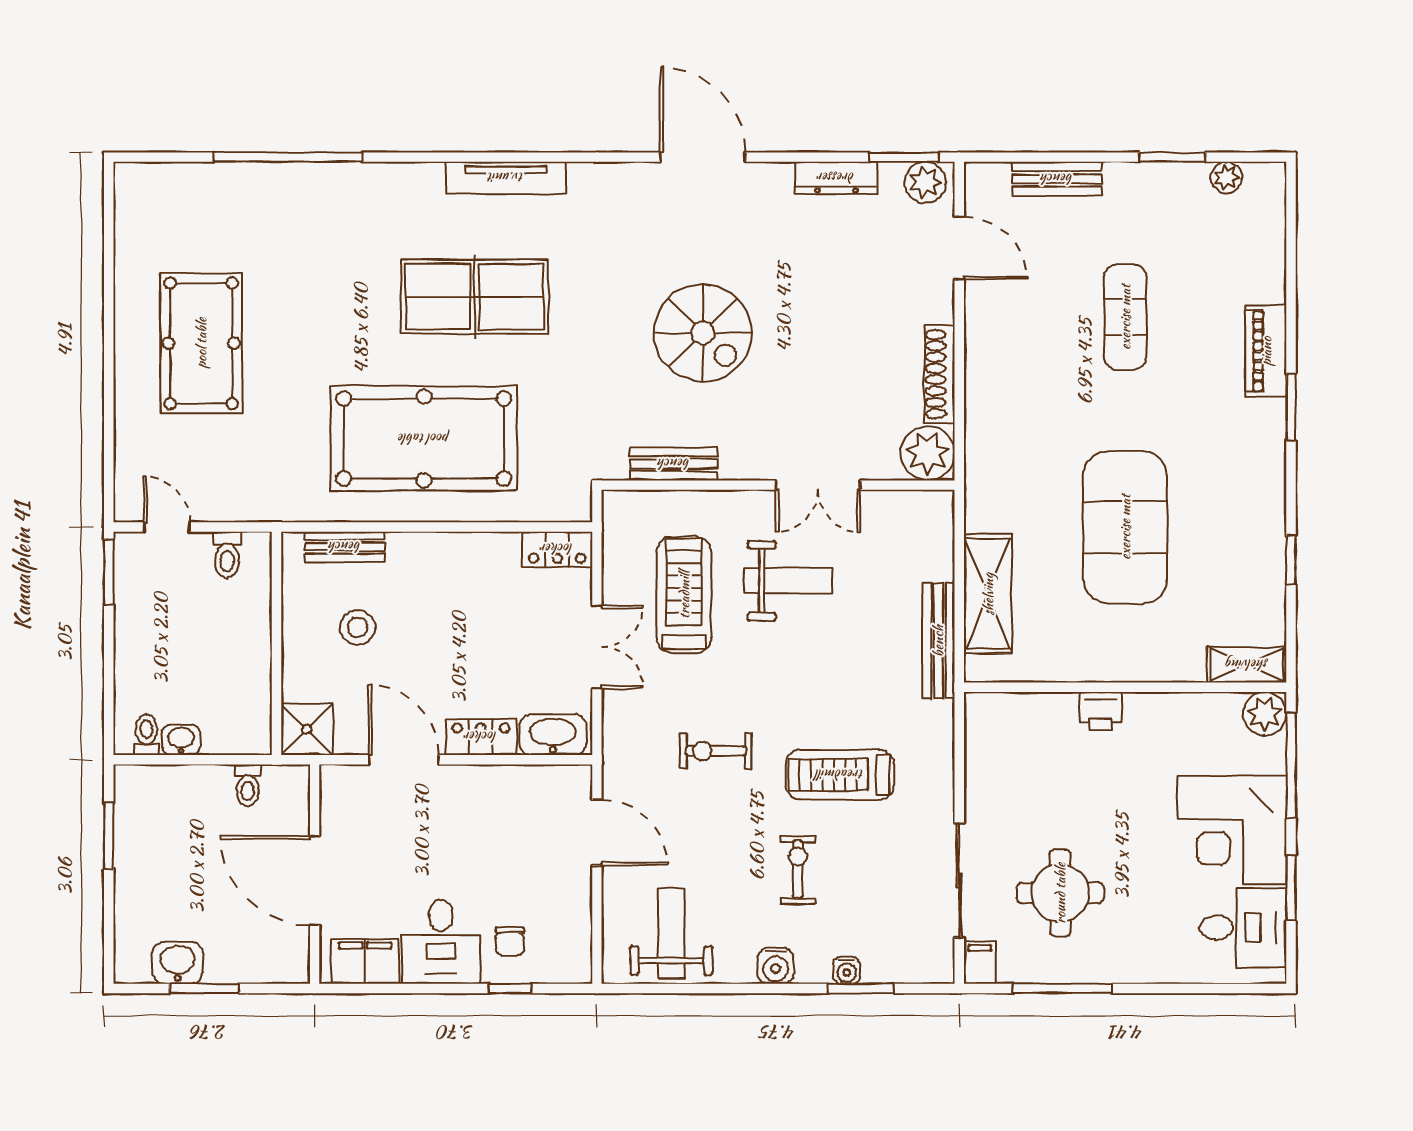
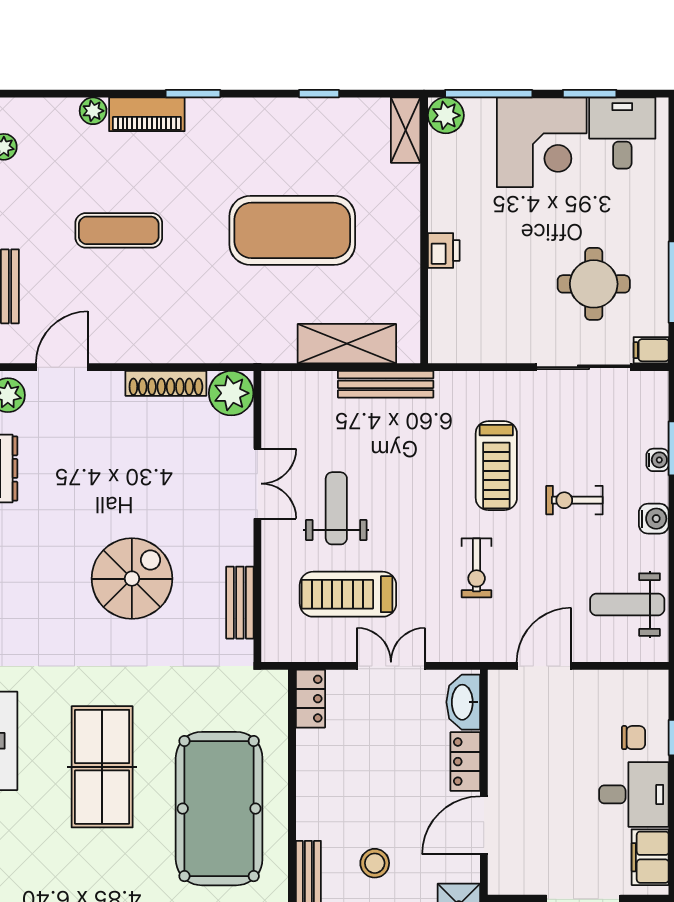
plant: (1270, 286) -> (93, 111), added

